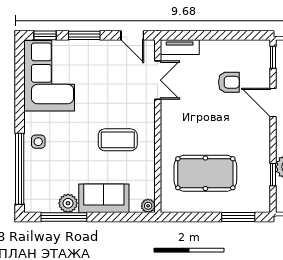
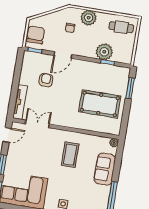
tv unit: (180, 47) -> (20, 102), width x1.41
pool table: (205, 173) -> (100, 104), turned 90
plant: (68, 203) -> (104, 192), removed

